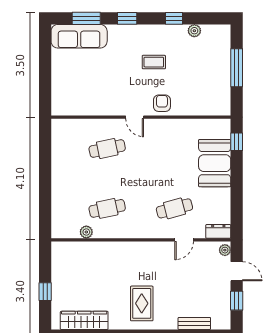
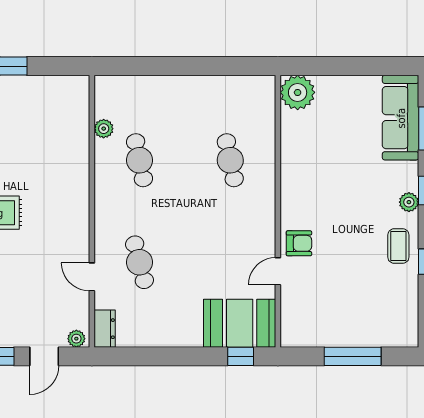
plant: (194, 31) -> (409, 202), moved
coffee table: (154, 62) -> (398, 246), moved
plant: (62, 104) -> (298, 92), added
door: (135, 117) -> (278, 271), moved
booth: (215, 163) -> (240, 323), moved

